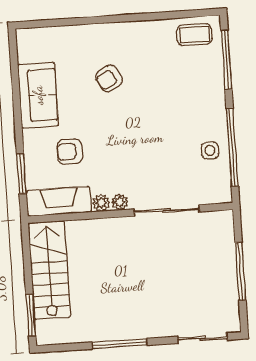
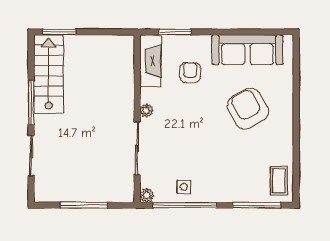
armchair: (109, 78) -> (248, 109), width x1.88, depth x1.88
sofa: (38, 95) -> (247, 50), width x1.36
plant: (101, 203) -> (147, 195), moved
stairs: (49, 270) -> (49, 74), moved, turned -90
sliding door: (203, 338) -> (31, 156), moved

